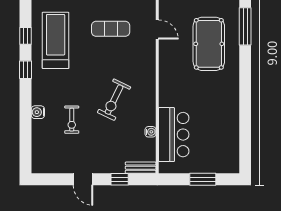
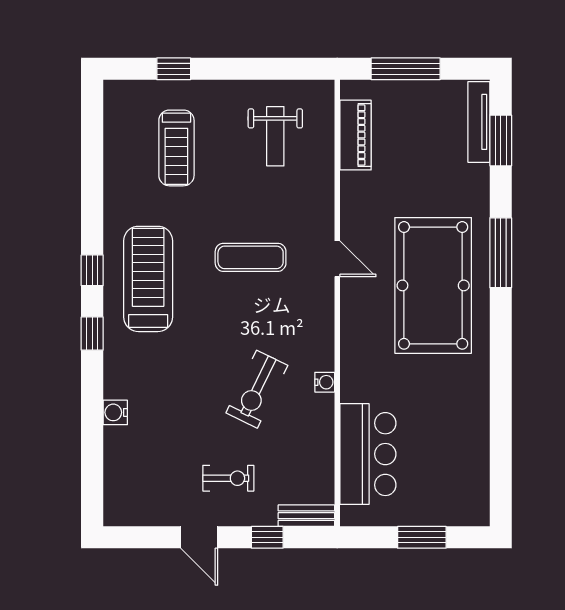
pool table: (209, 44) -> (433, 285), width x1.36, depth x1.32
exercise bike: (72, 120) -> (228, 478), moved, turned -90
water cooler: (150, 132) -> (325, 382), moved

